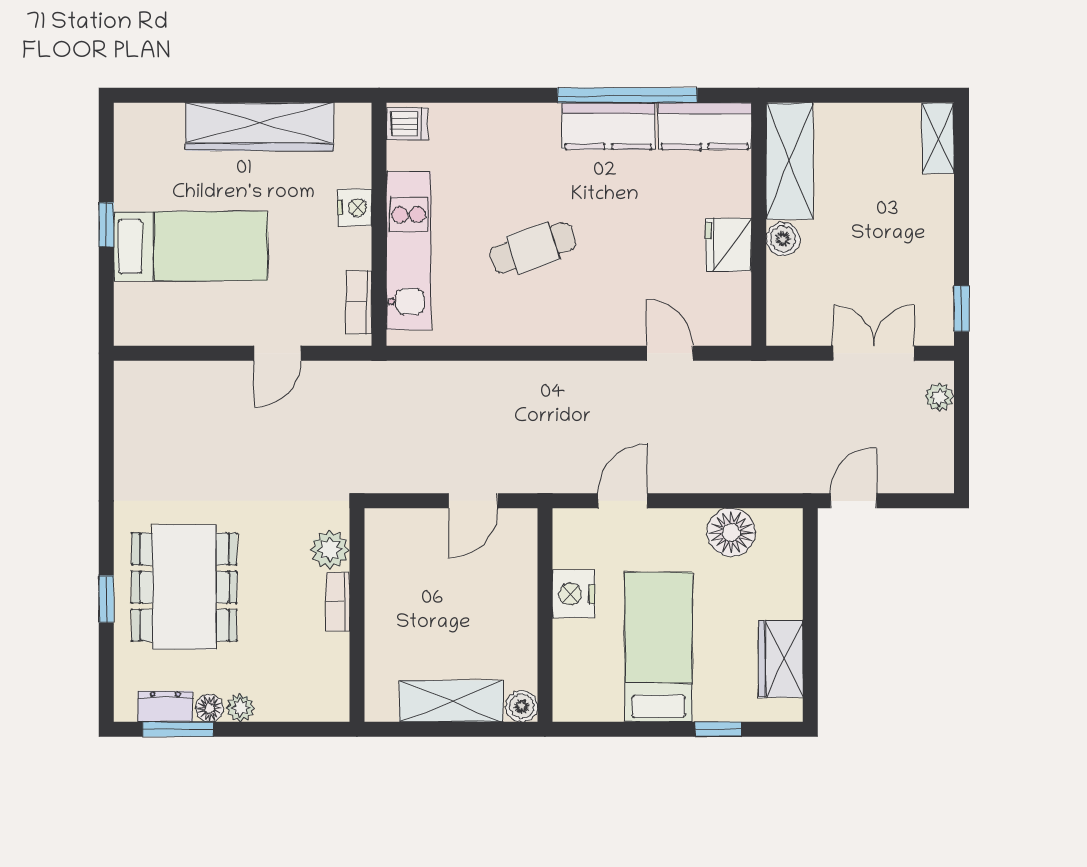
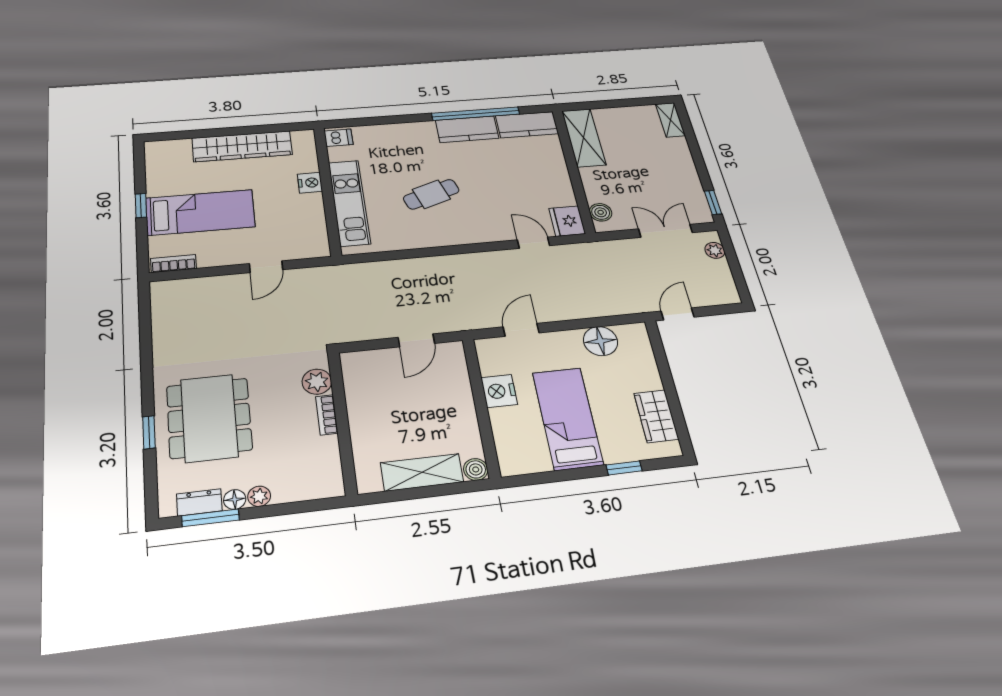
boiler: (783, 239) -> (601, 212), moved
fridge: (728, 245) -> (567, 221), moved
bookcase: (359, 302) -> (173, 264), moved, turned 90

